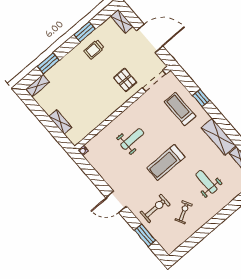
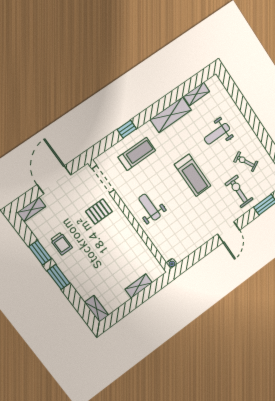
window: (48, 63) -> (58, 277), moved
treadmill: (180, 109) -> (137, 154), turned 180
weight bench: (132, 139) -> (150, 207), moved

